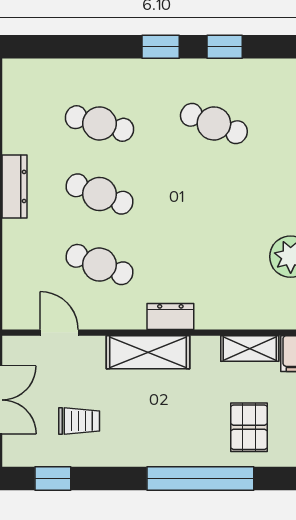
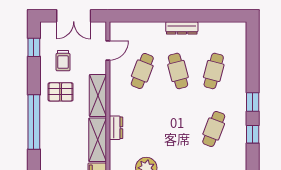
cafe table: (100, 194) -> (178, 71), turned -36
dresser: (170, 317) -> (116, 128), moved
shelving: (250, 348) -> (98, 140), width x1.50, depth x1.33
pallet: (249, 427) -> (61, 92), moved

